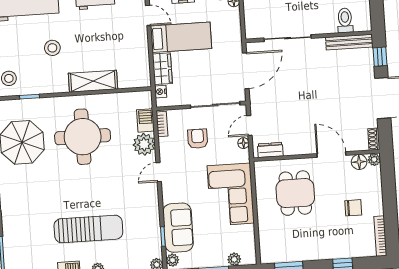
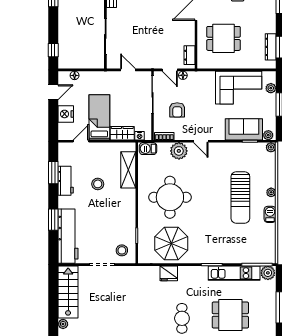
stool: (52, 48) -> (98, 184), moved
door: (246, 71) -> (128, 70), width x0.53
shelving: (93, 81) -> (128, 170), moved
barbecue: (146, 120) -> (148, 149), moved
armchair: (198, 139) -> (177, 110), turned -90
corner sofa: (231, 194) -> (239, 88), moved
sun lounger: (88, 229) -> (240, 197), turned 180
dresser: (288, 255) -> (271, 47), added

